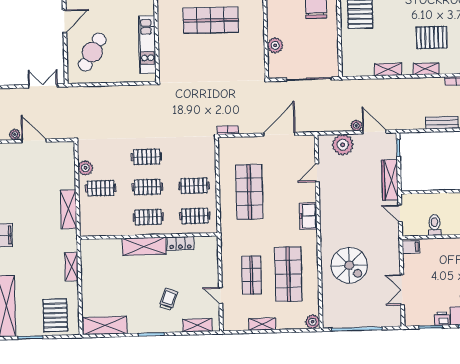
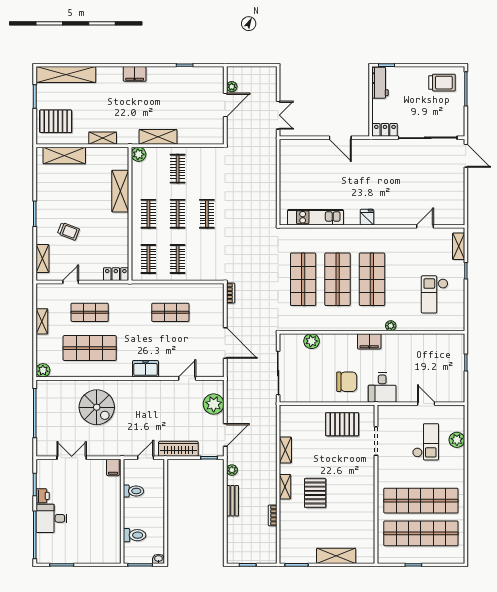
cafe table: (92, 52) -> (310, 164), removed
shop shelf: (212, 56) -> (303, 279), added
plant: (356, 125) -> (232, 470), moved
plant: (85, 168) -> (139, 154), moved
door: (317, 173) -> (187, 378), hinge flipped
shop shelf: (249, 192) -> (170, 312), width x0.70, depth x0.74
locker: (180, 243) -> (116, 274), moved, turned 90
shelving: (144, 246) -> (120, 191), moved
spiral stairs: (349, 265) -> (97, 407), turned -90
shelving: (105, 326) -> (64, 155), moved, turned 90

